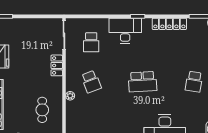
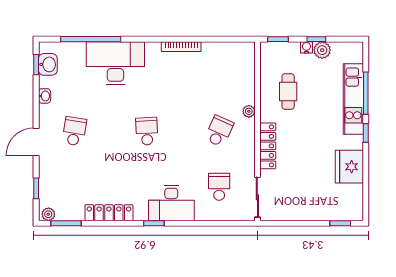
locker: (57, 65) -> (268, 146), width x1.53
school desk: (91, 82) -> (219, 131), turned 45
school desk: (143, 82) -> (147, 131), width x0.54

